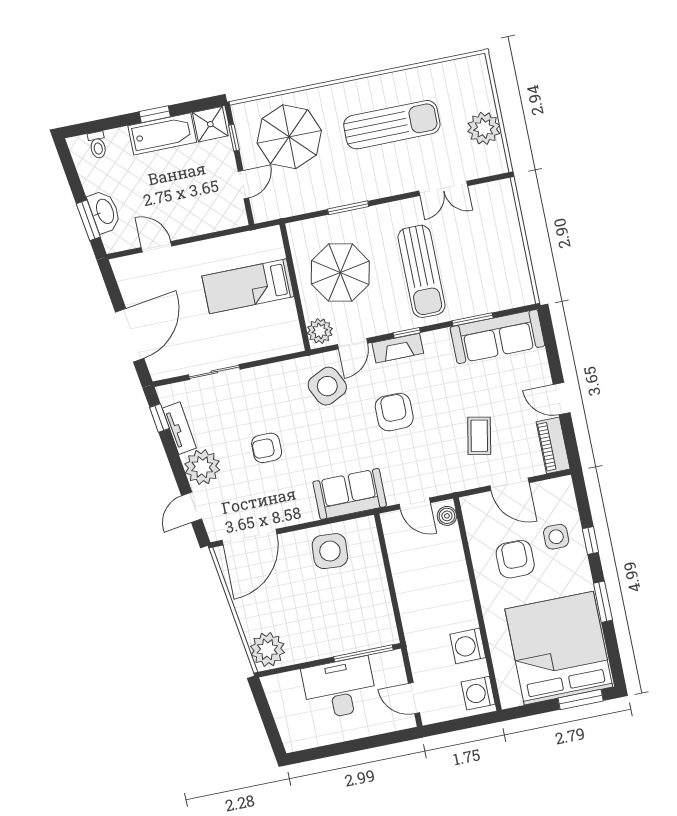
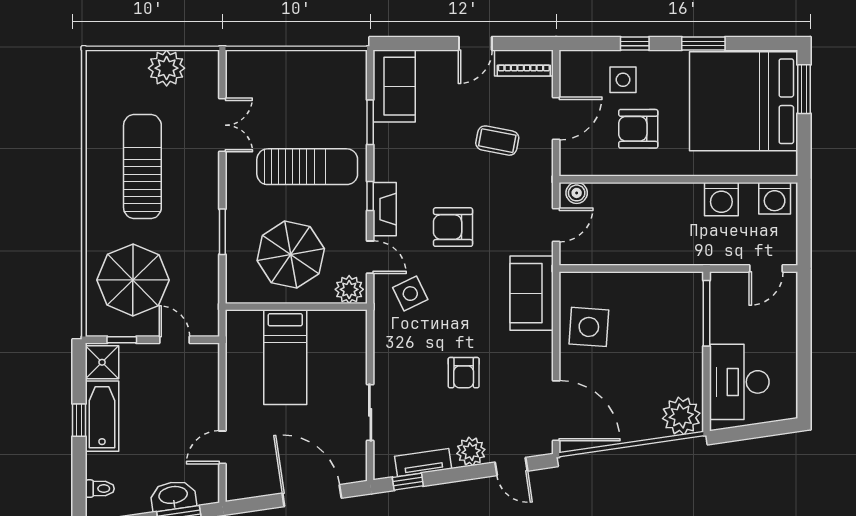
sofa: (497, 337) -> (394, 86), width x0.73
side table: (327, 386) -> (410, 294), width x0.73, depth x0.73
plant: (202, 467) -> (471, 451), width x0.73, depth x0.73
desk: (340, 688) -> (739, 382), moved

